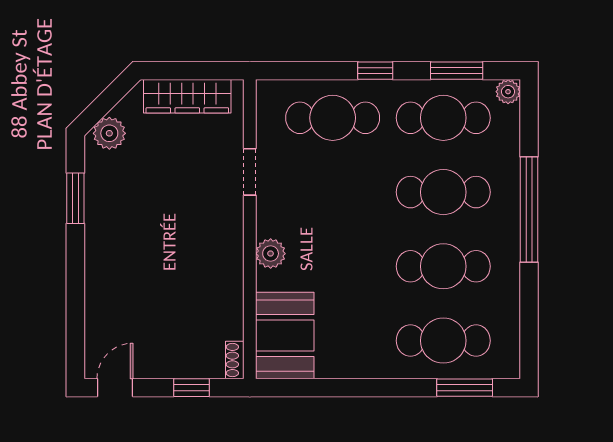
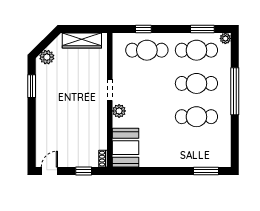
window: (375, 71) -> (143, 29), moved
doorway: (250, 172) -> (110, 90), moved
cafe table: (443, 341) -> (196, 150), removed

